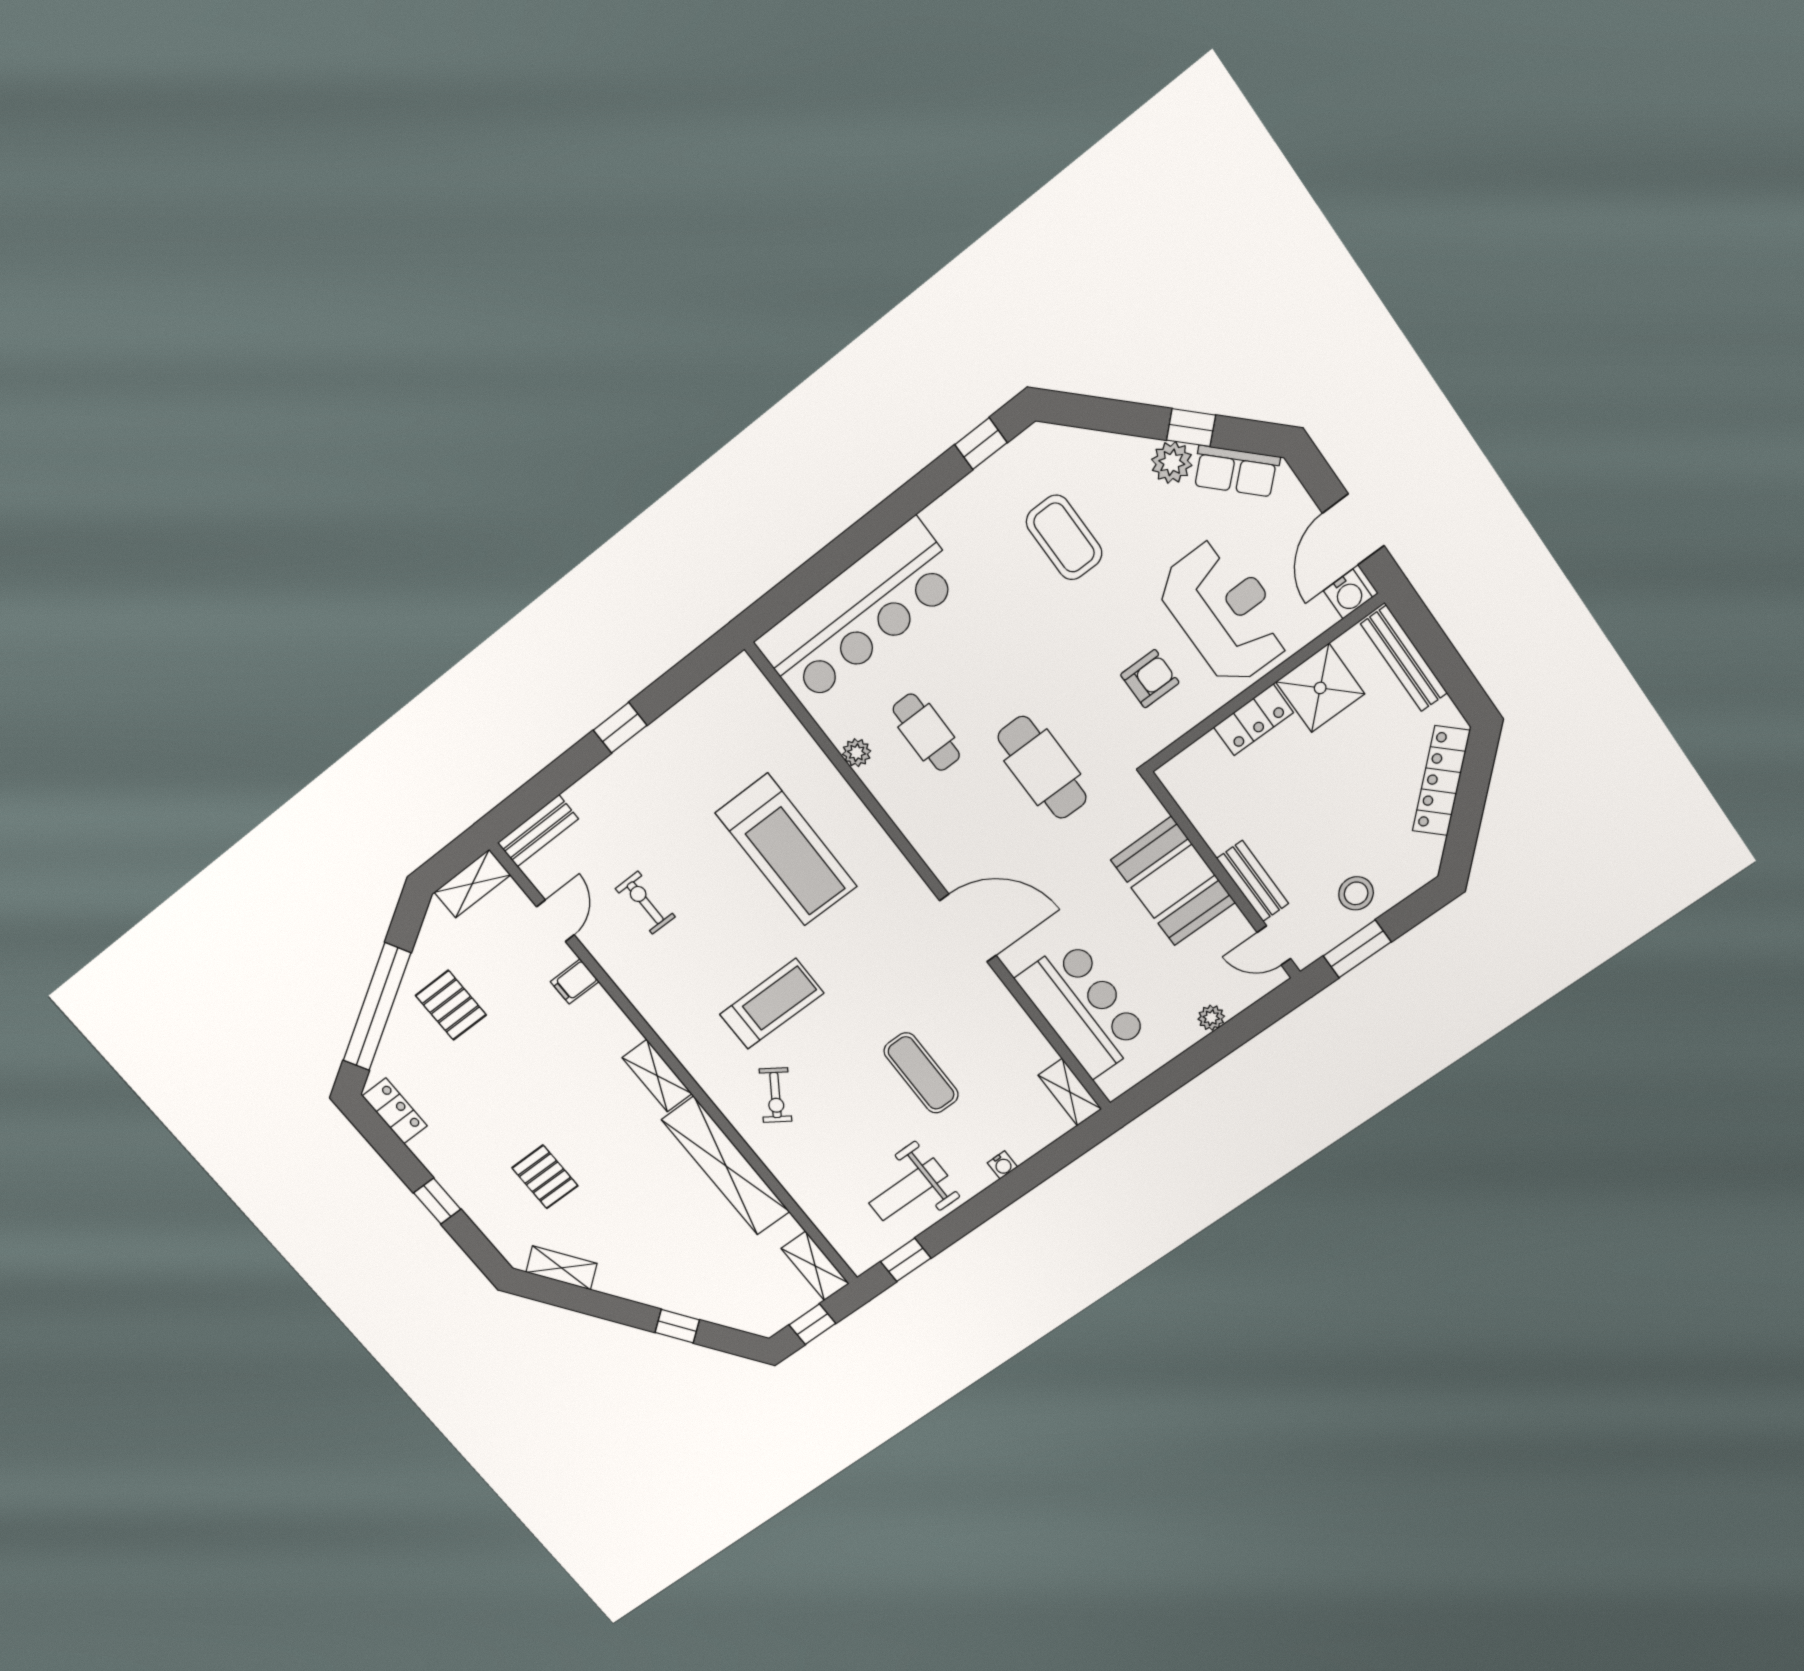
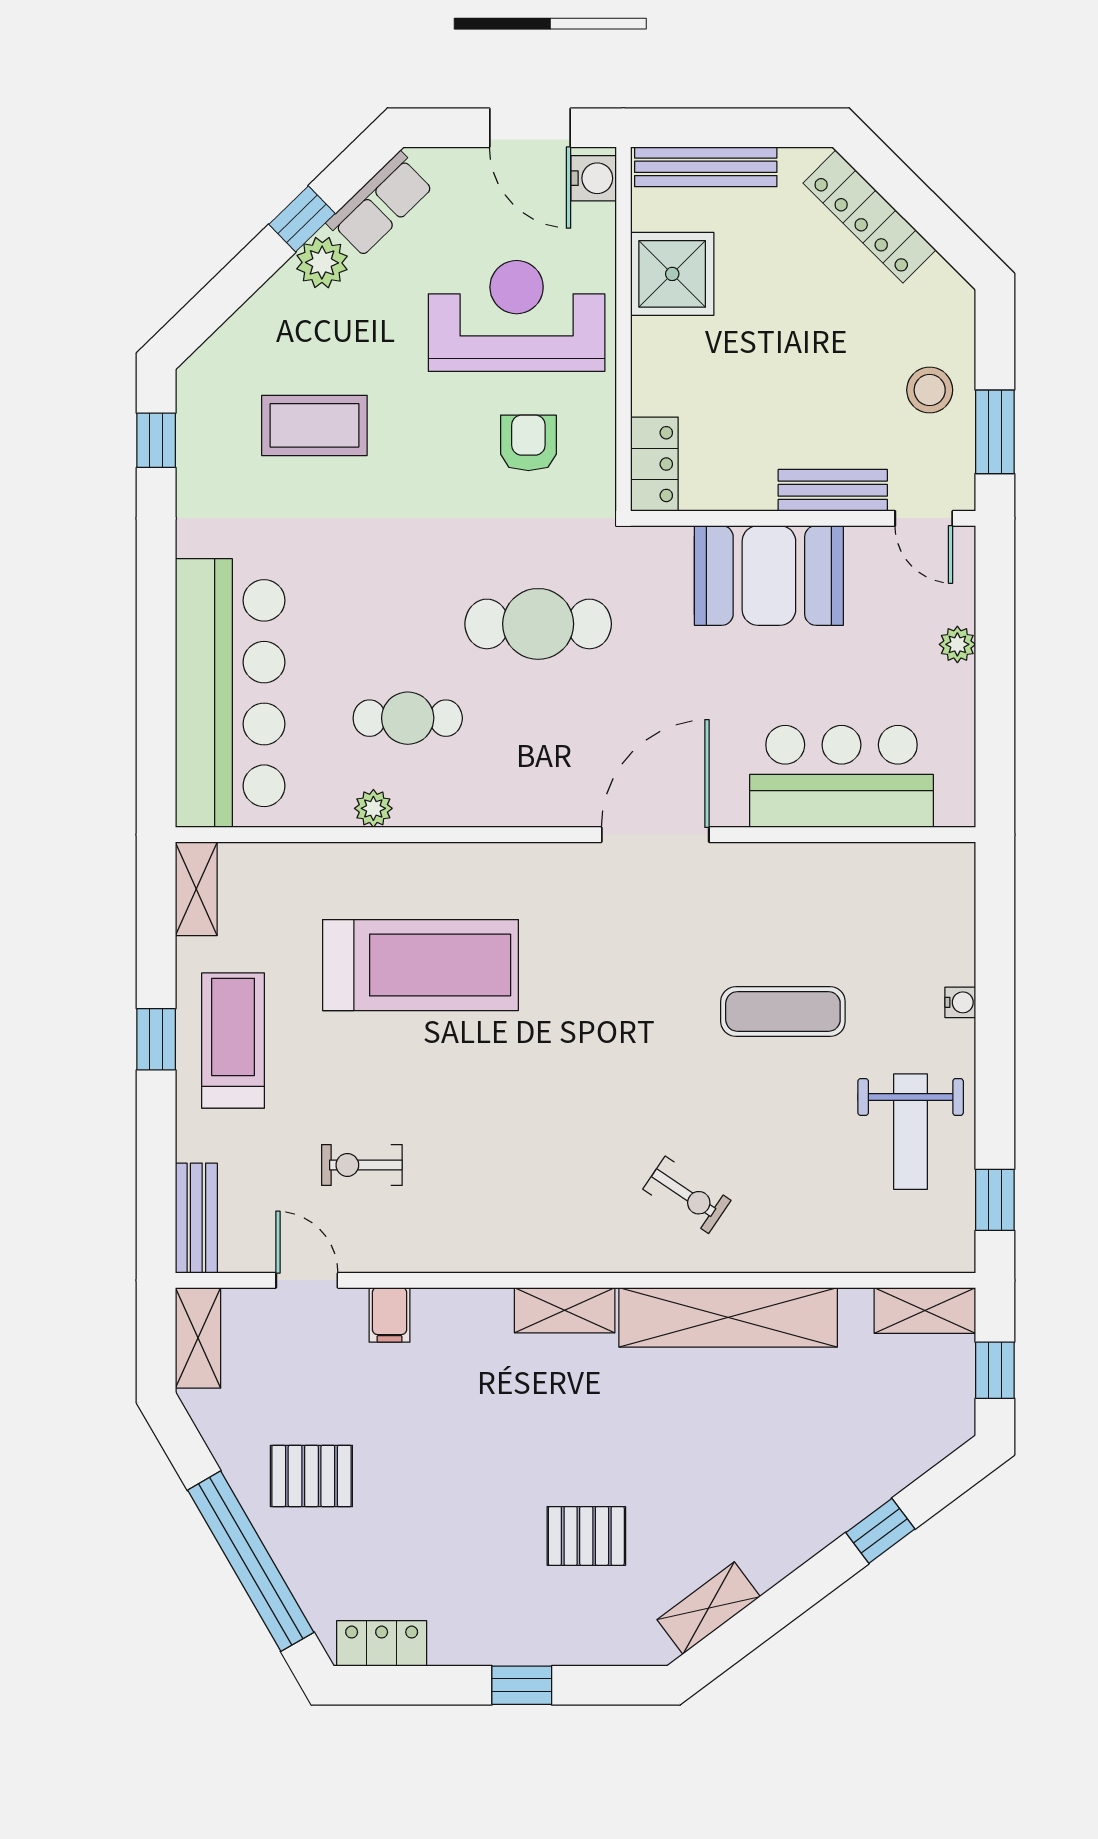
locker: (1253, 720) -> (654, 464), moved
door: (1274, 945) -> (924, 518), hinge flipped
treadmill: (772, 1004) -> (233, 1040), moved
shelving: (1070, 1092) -> (196, 889), moved, turned 90

